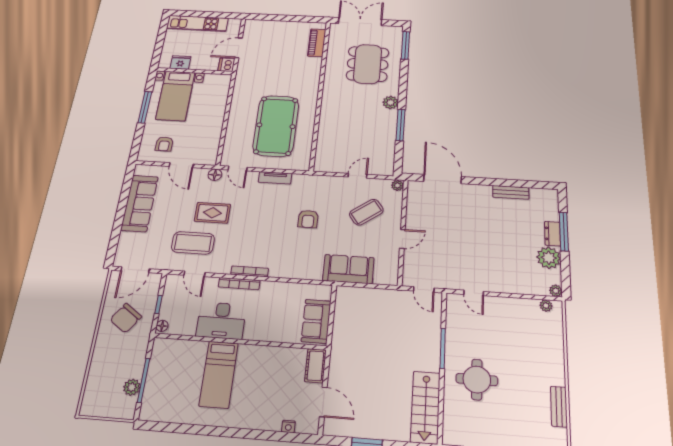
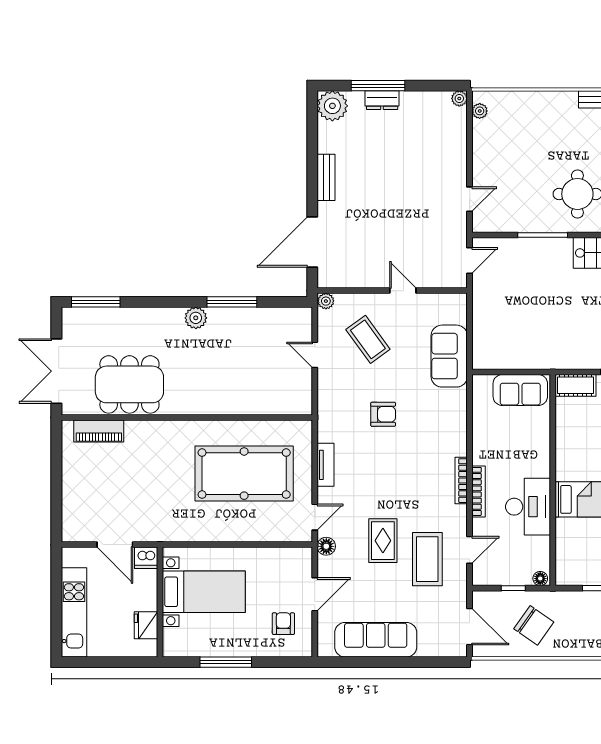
dining table: (368, 64) -> (129, 384), moved
bed with nightstands: (175, 96) -> (204, 592), moved
armchair: (164, 144) -> (283, 624), turned -90
bench: (511, 192) -> (326, 177), moved
plant: (549, 258) -> (332, 106), moved

